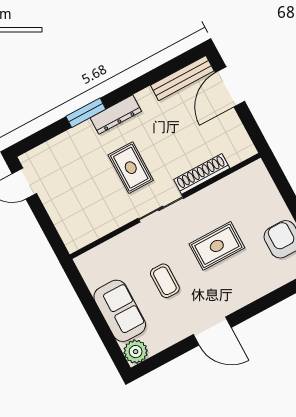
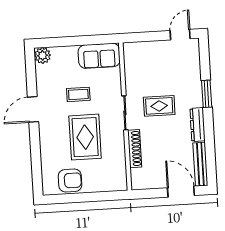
dresser: (116, 115) -> (198, 125), moved
rug: (217, 246) -> (85, 137), width x1.36, depth x1.43
sofa: (120, 311) -> (99, 56), moved

